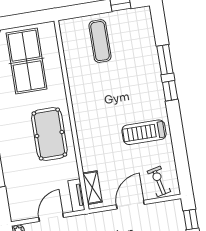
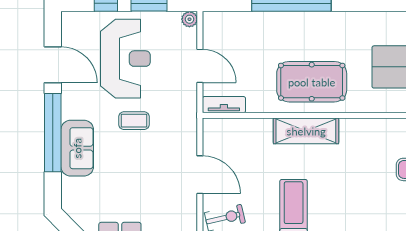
shelving: (92, 188) -> (306, 131), moved, width x1.50, depth x1.33

